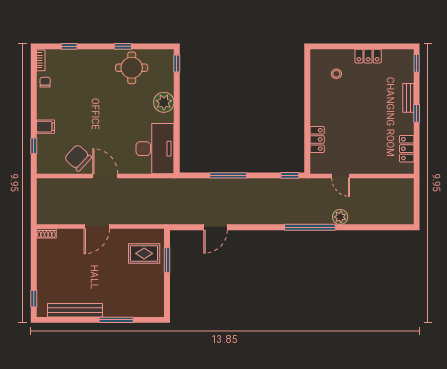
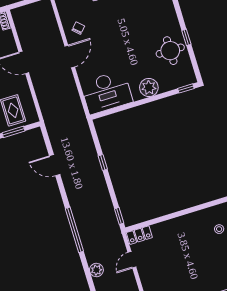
locker: (317, 139) -> (139, 235), moved
chair: (78, 158) -> (78, 28), width x0.54, depth x0.54
window: (228, 175) -> (103, 163), width x0.46
window: (310, 227) -> (74, 230), moved

